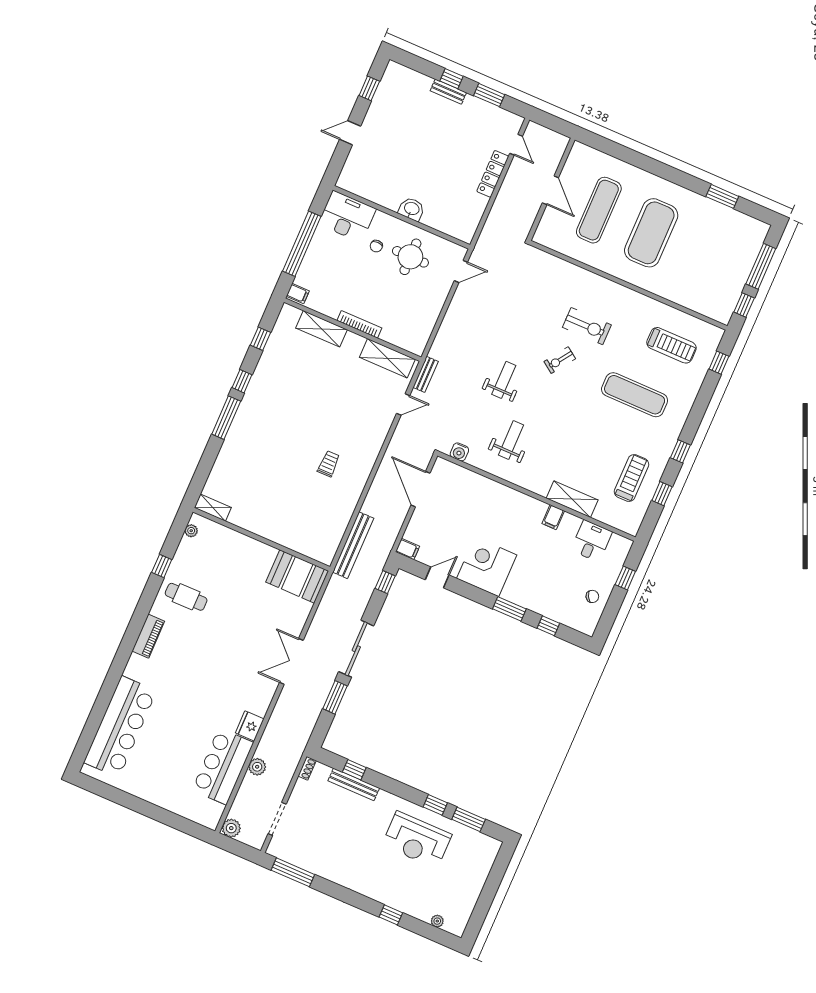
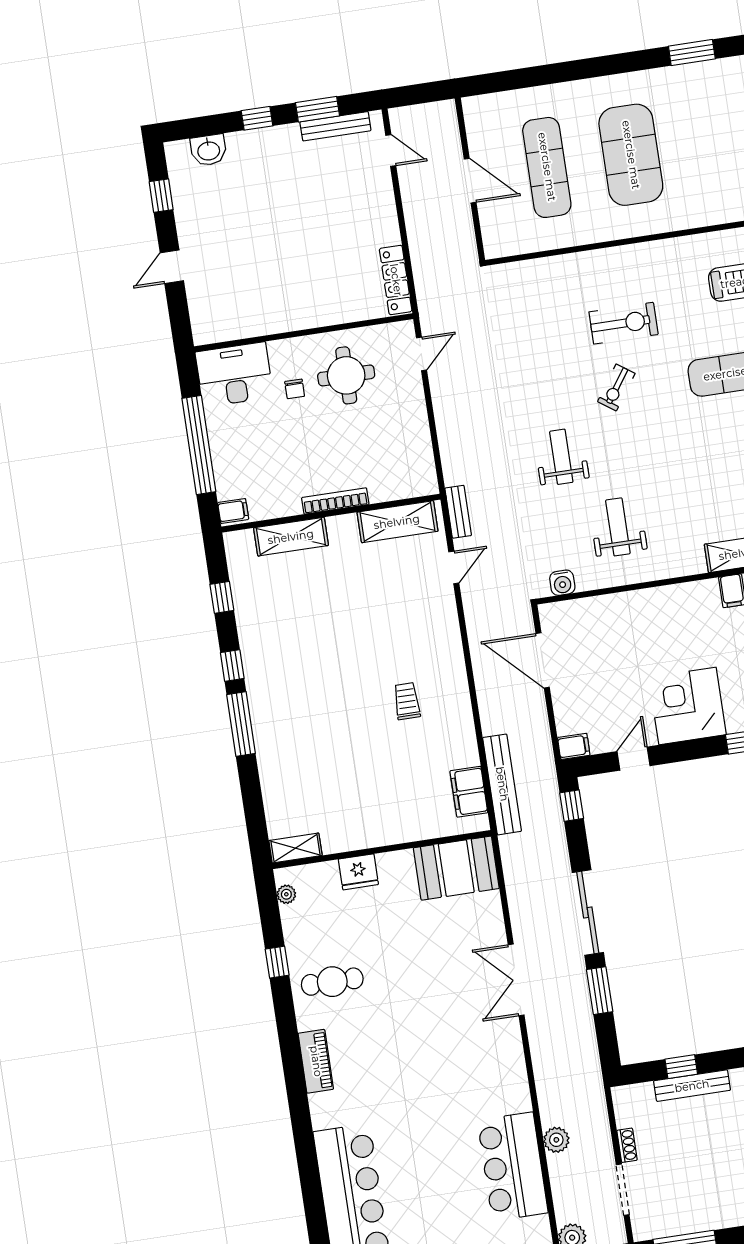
bench: (448, 92) -> (335, 126), moved, width x1.36
locker: (493, 174) -> (396, 280), moved
washbasin: (412, 209) -> (209, 150), moved, turned 180
filing cabinet: (332, 537) -> (469, 792), added
fridge: (250, 726) -> (358, 872), moved, turned -90
shoe rack: (307, 768) -> (627, 1145), moved

